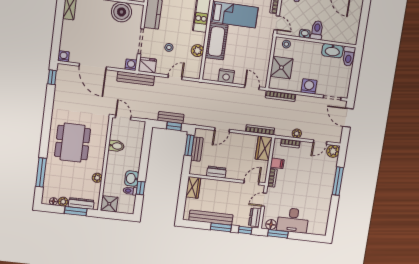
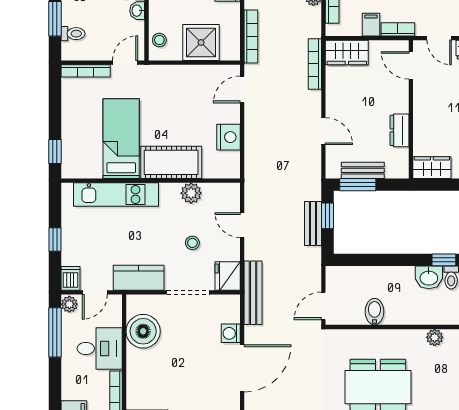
washing machine: (131, 65) -> (231, 333), moved

